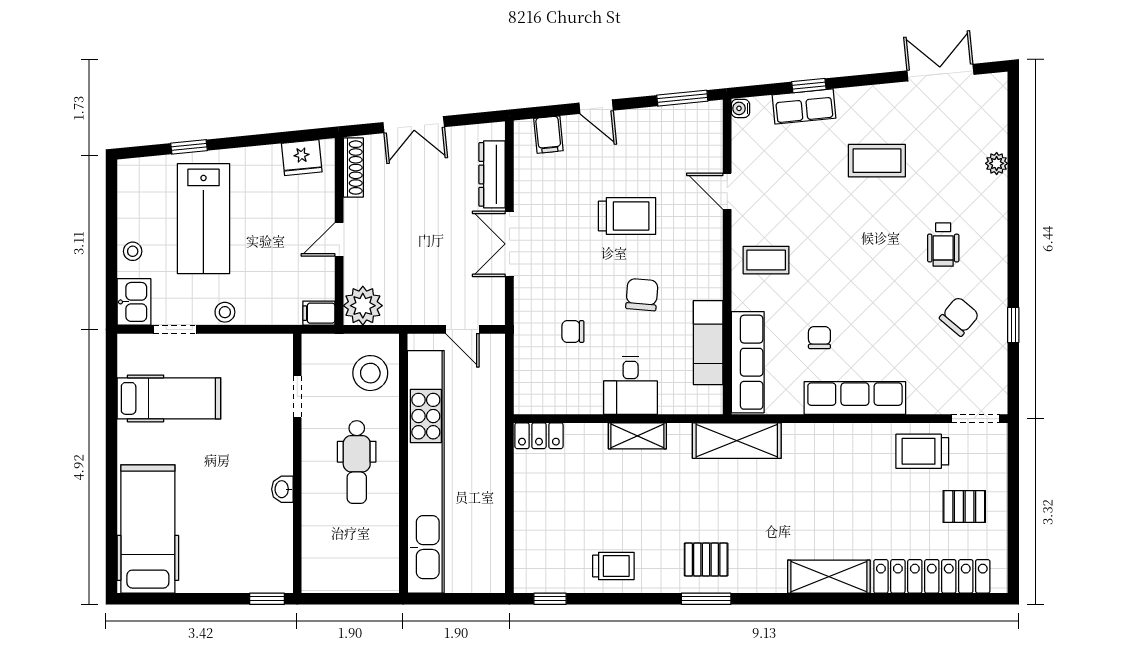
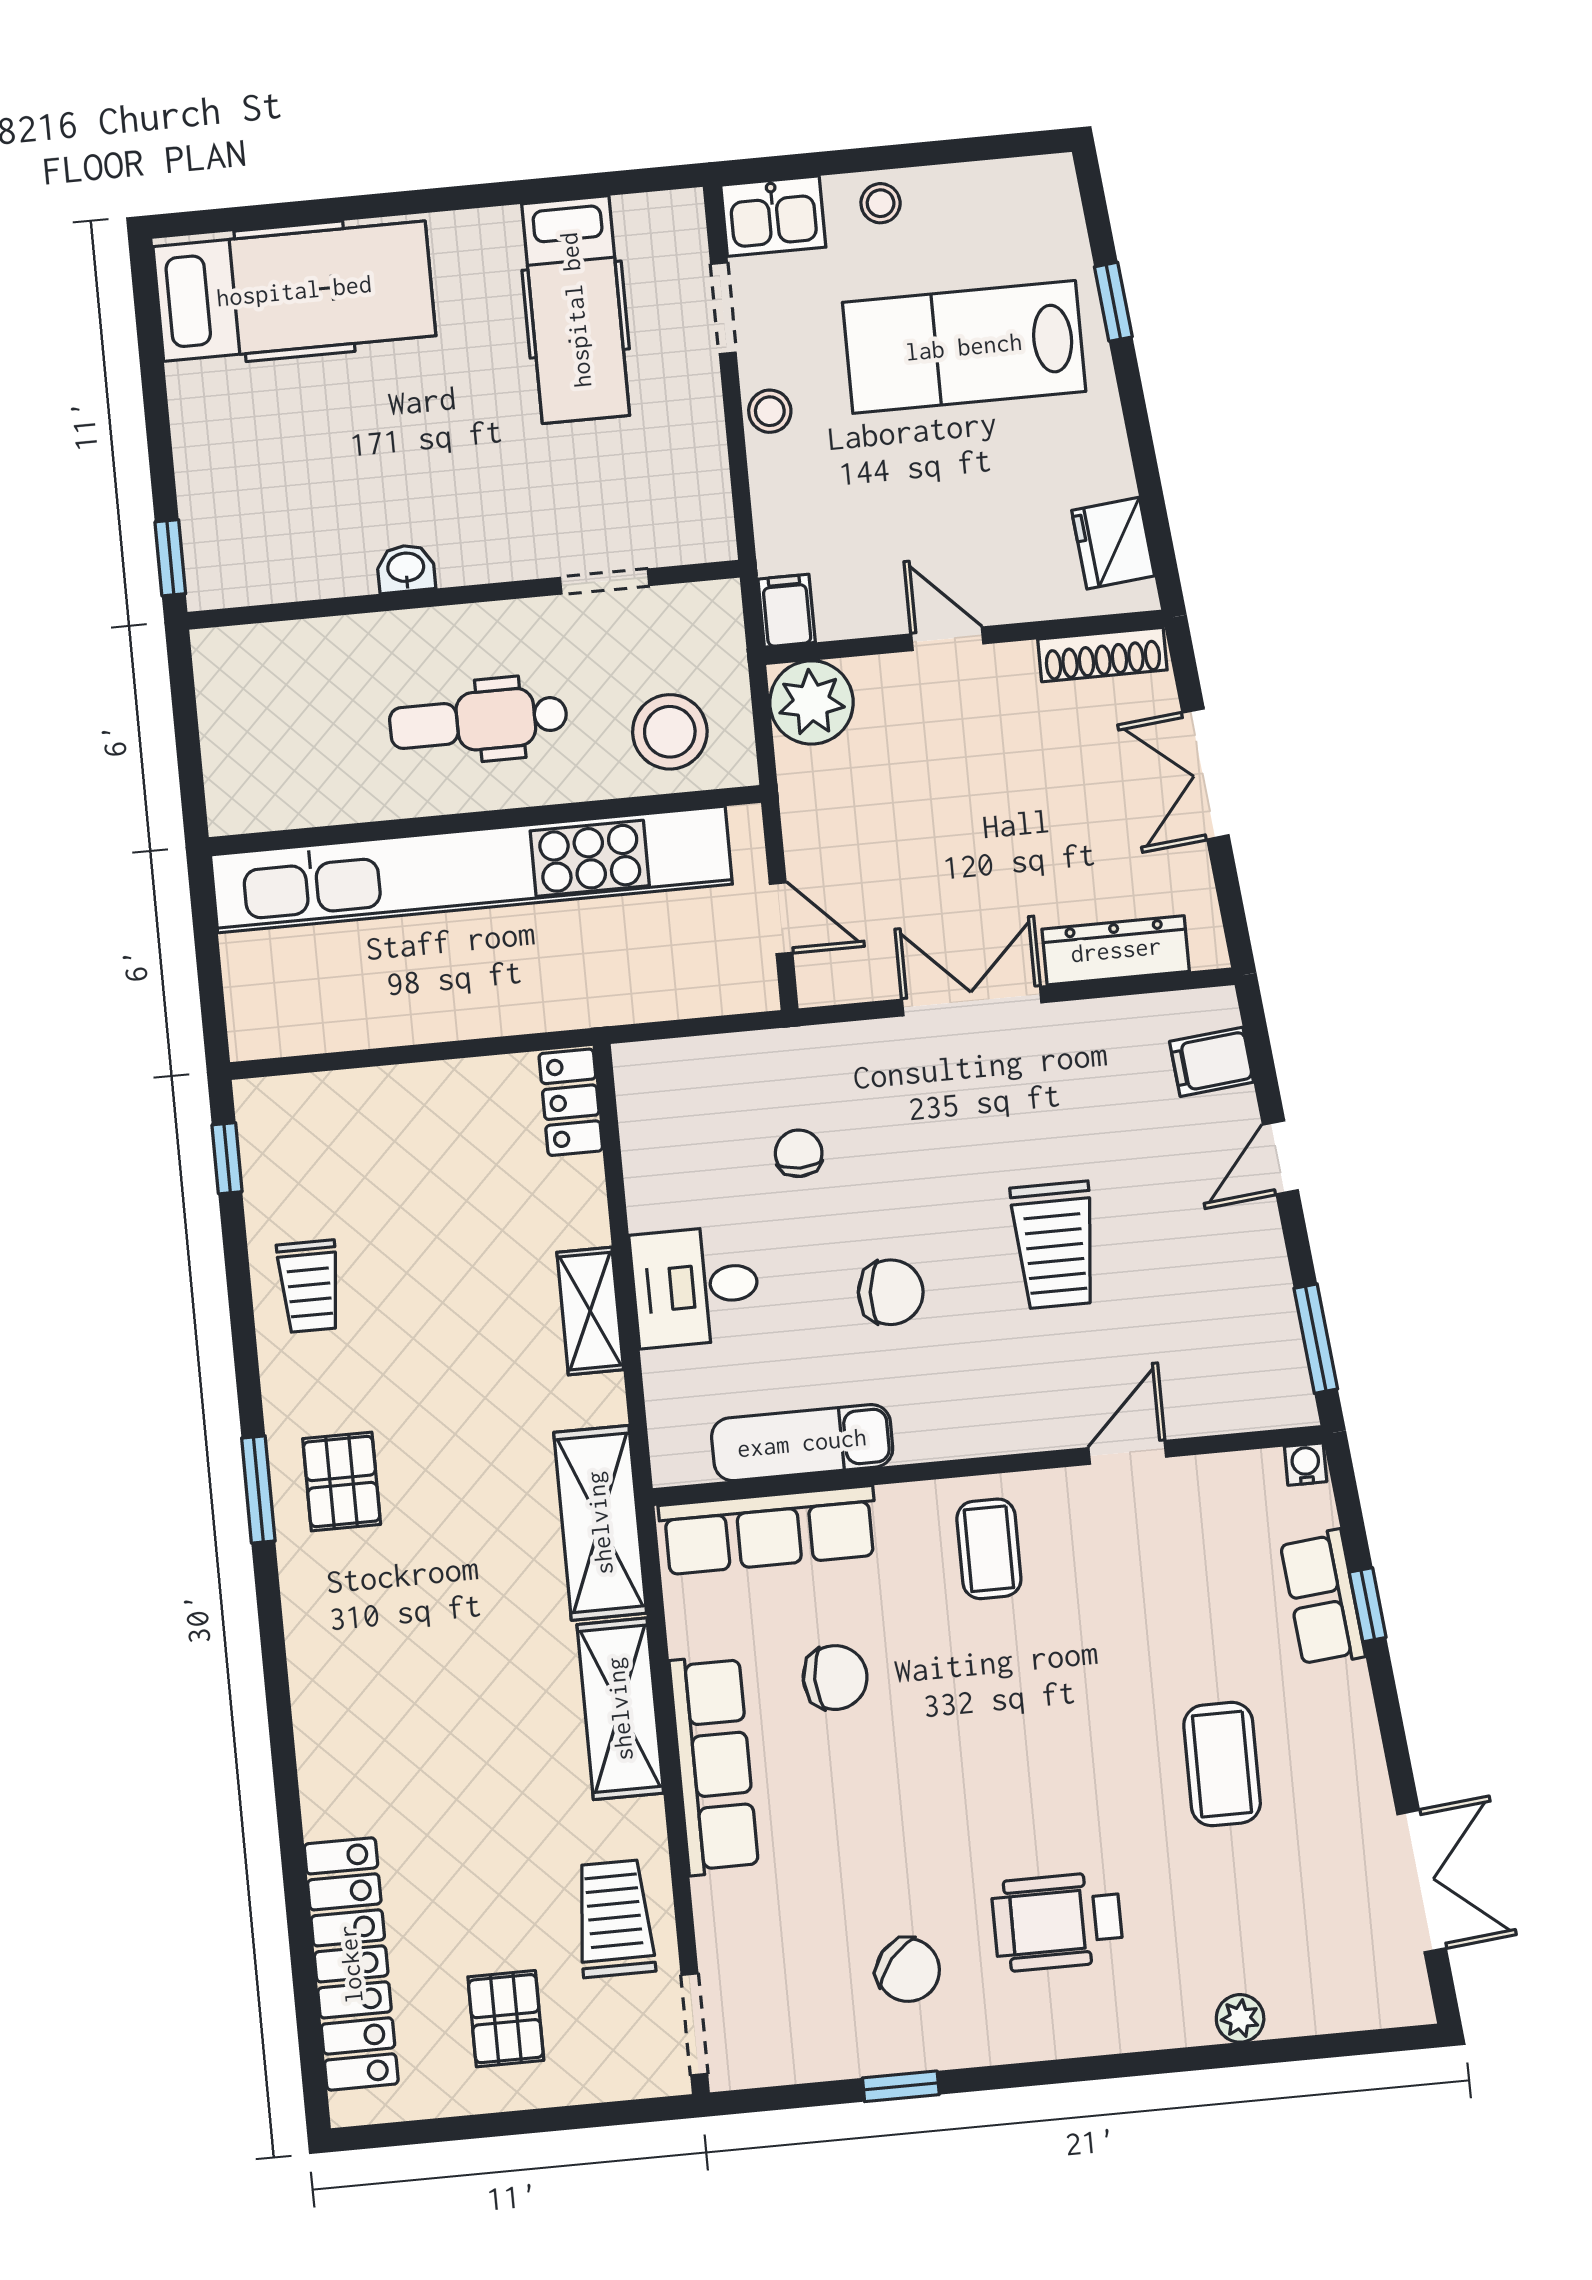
wheelchair: (943, 245) -> (1057, 1922), width x1.36, depth x1.37
door: (462, 329) -> (781, 918), swing flipped
chair: (819, 338) -> (835, 1678), width x1.37, depth x1.37
shelving: (829, 577) -> (620, 1709), moved

